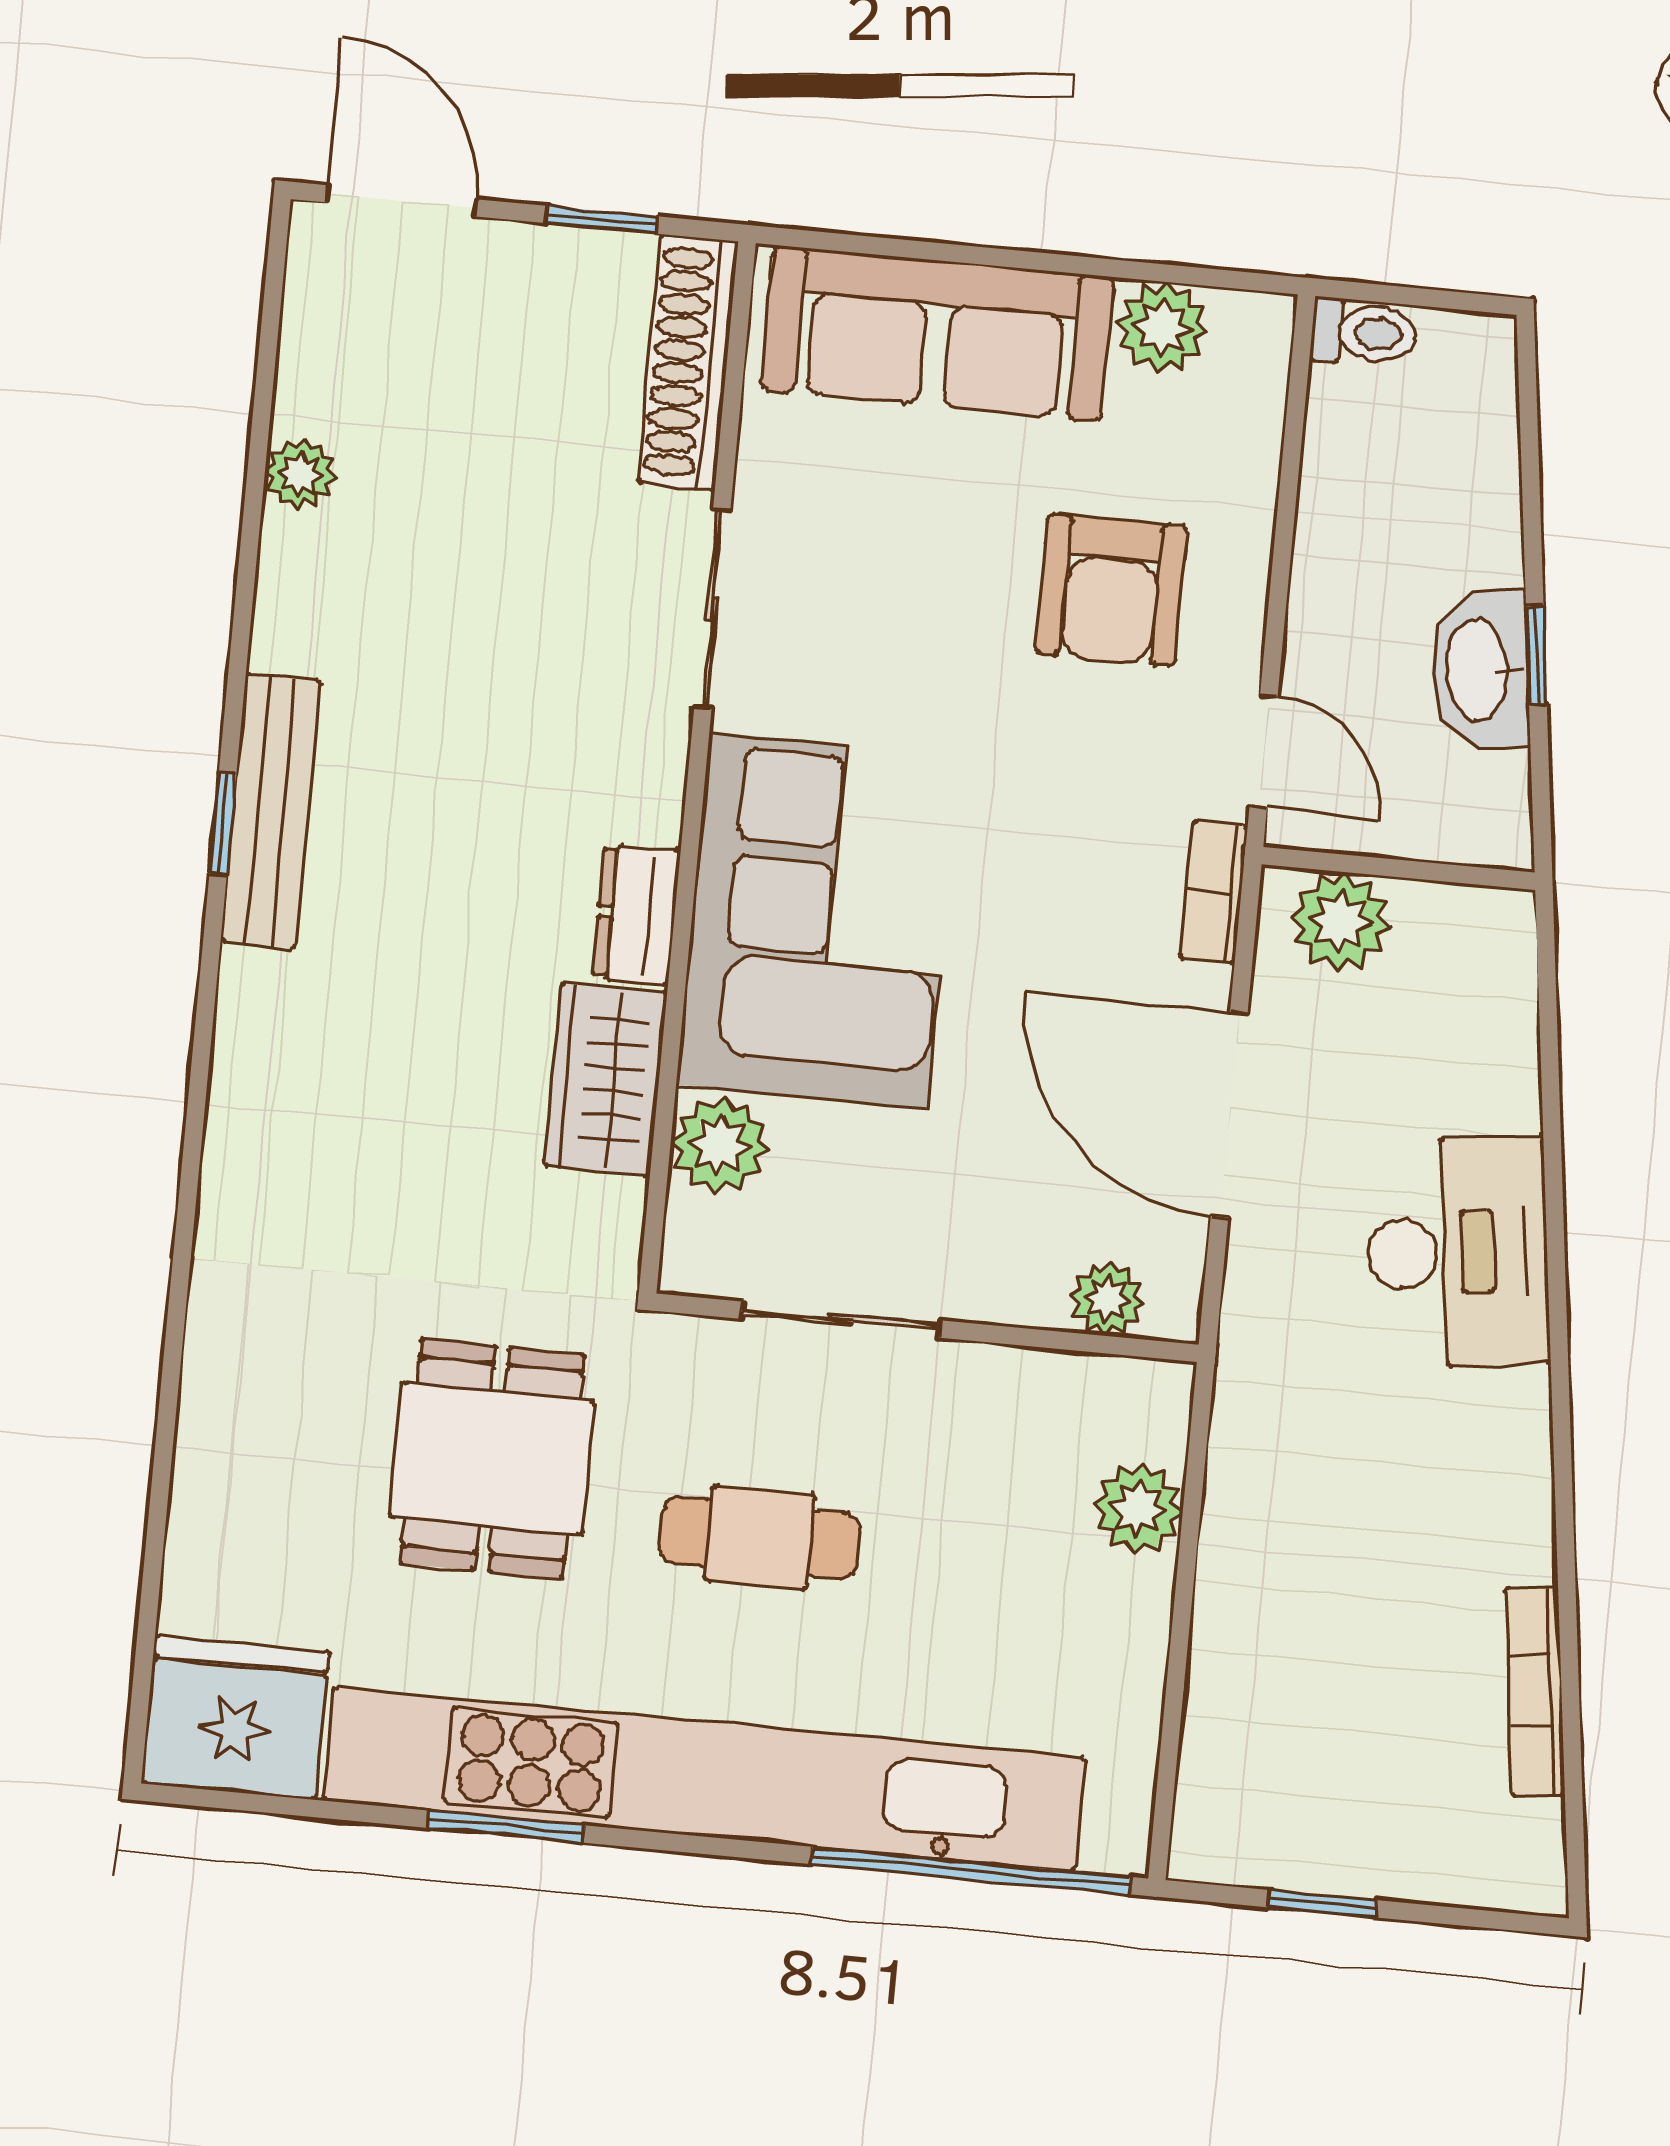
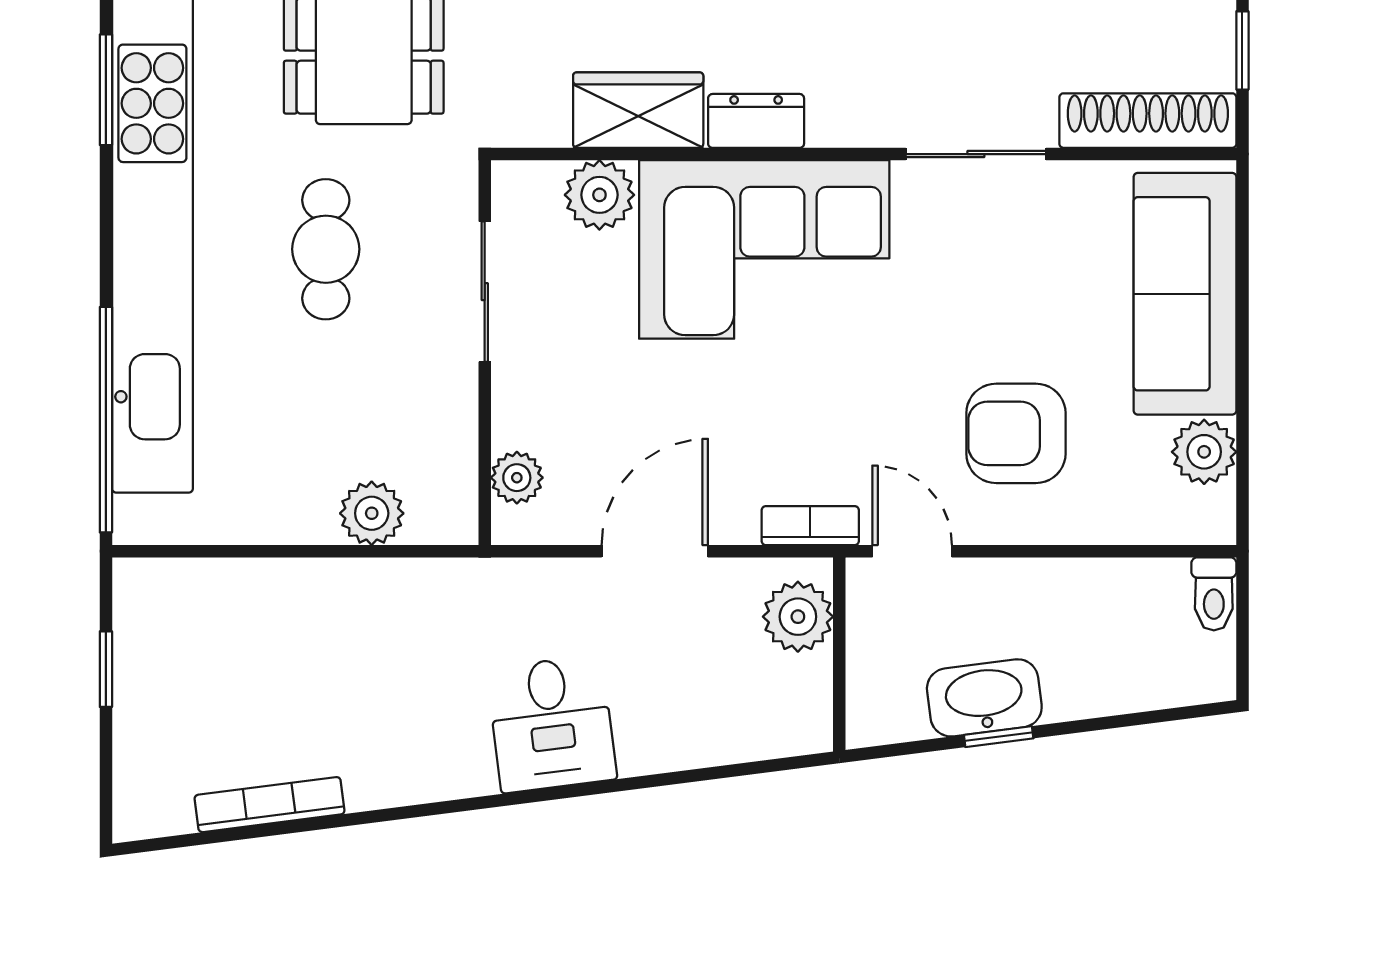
door: (1263, 752) -> (912, 551), swing flipped
door: (1229, 1115) -> (655, 551), width x0.73
desk: (1458, 1252) -> (552, 724), width x0.73

